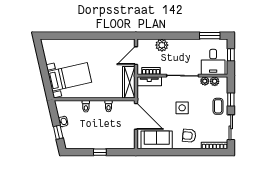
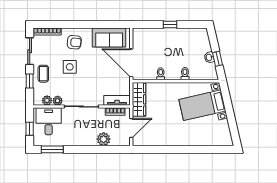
side table: (182, 108) -> (70, 67), moved
window: (58, 132) -> (218, 59), moved

